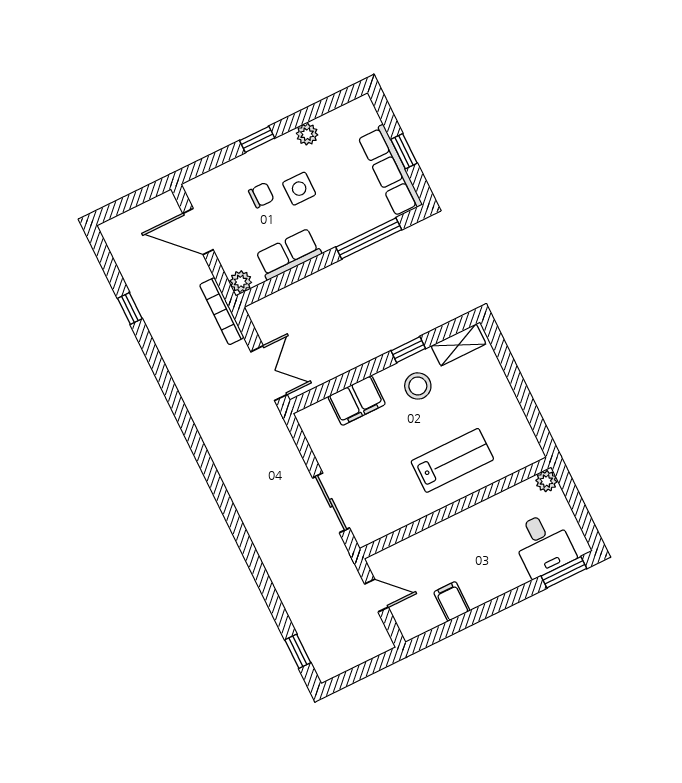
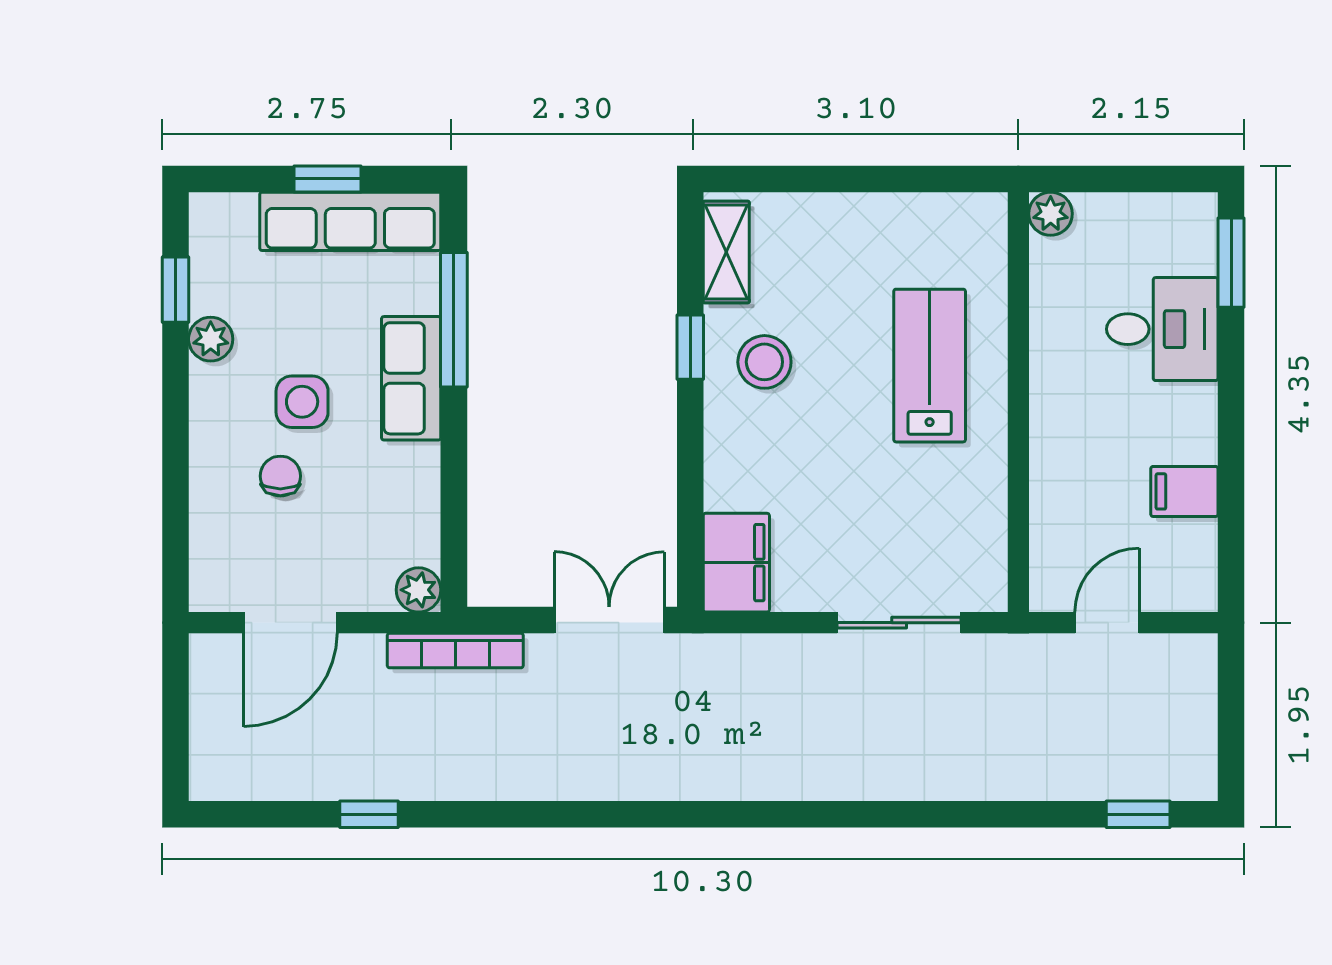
window: (257, 139) -> (176, 290), moved
row of seats: (288, 254) -> (411, 378), moved
filing cabinet: (357, 400) -> (736, 563), moved
desk: (543, 544) -> (1162, 329), moved

